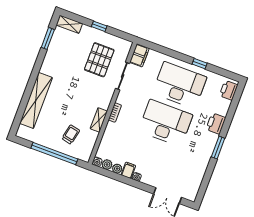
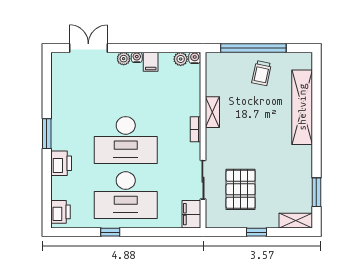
trolley: (71, 135) -> (262, 73), moved
plant: (117, 169) -> (124, 59), moved

